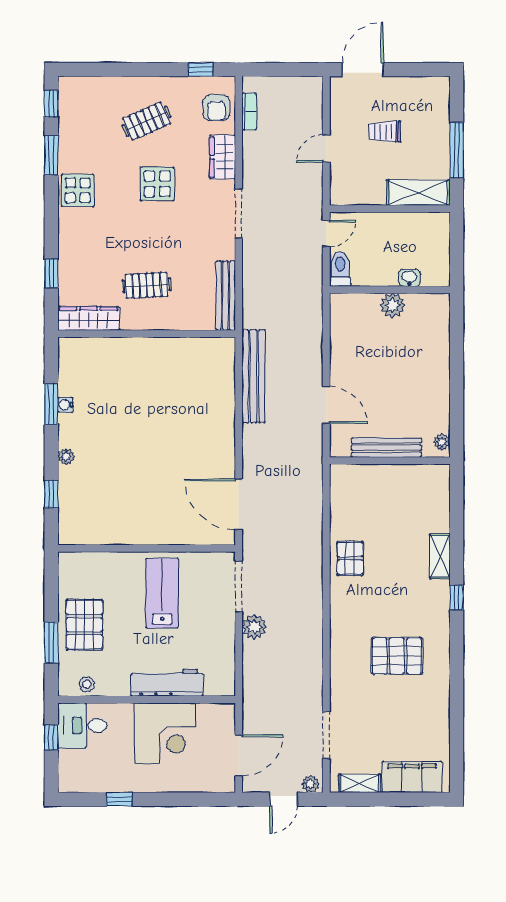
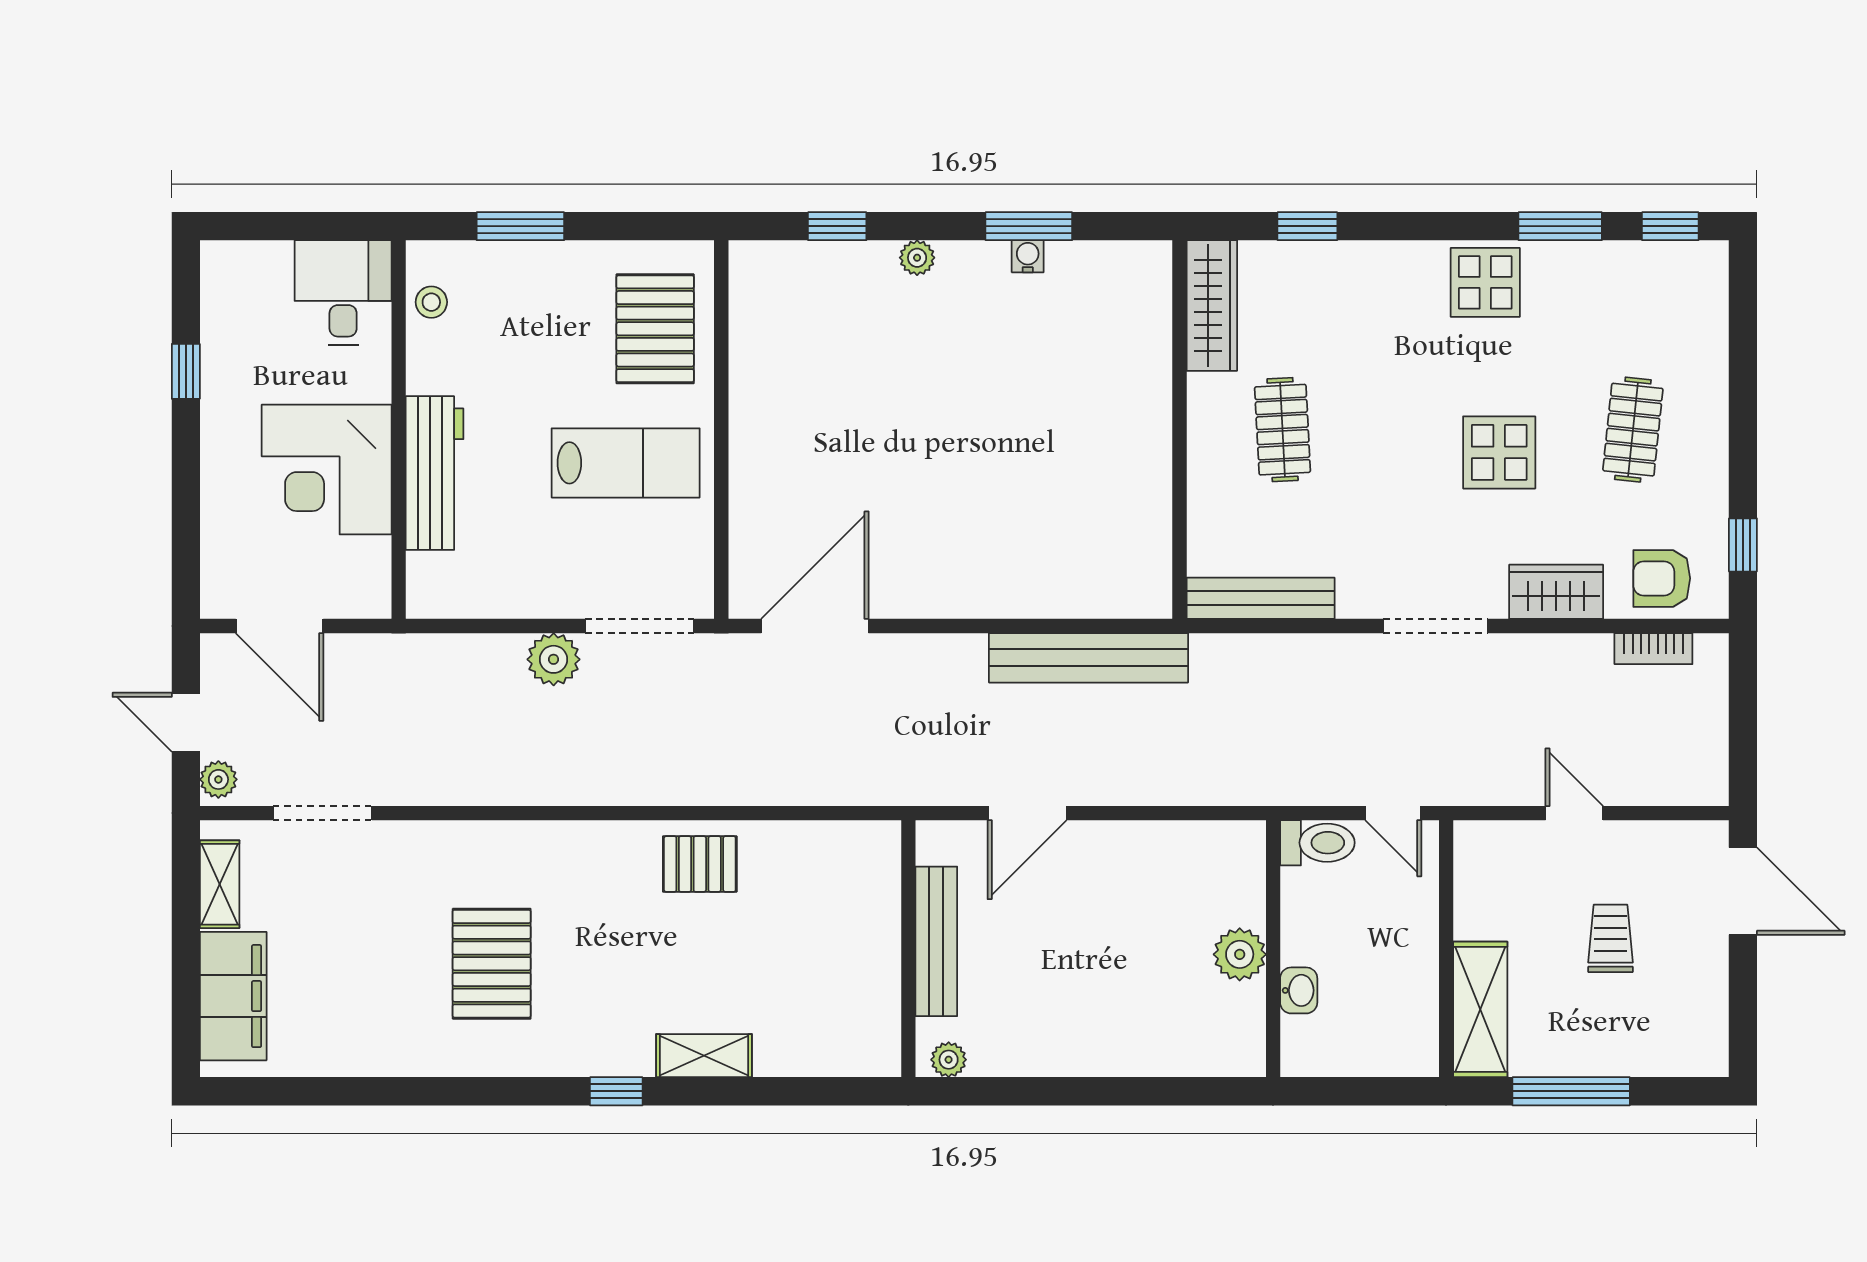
clothes rail: (147, 121) -> (1633, 430), turned 30
pallet: (84, 625) -> (655, 329), moved, turned 90
window: (51, 737) -> (318, 226), removed

